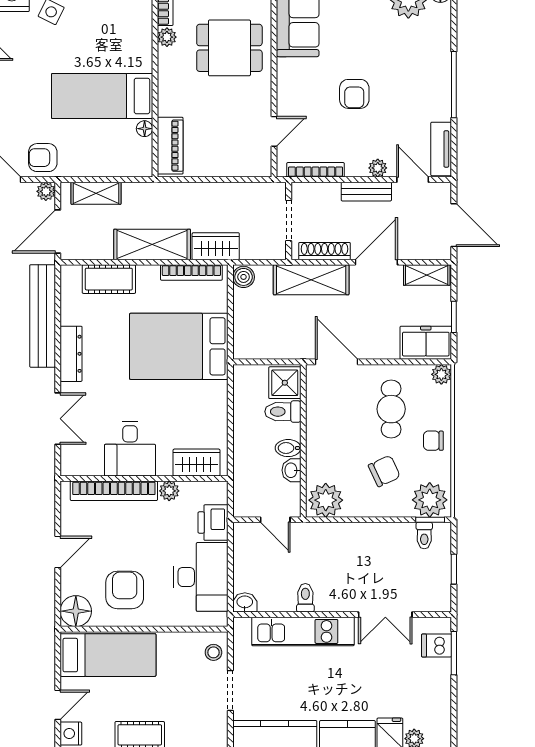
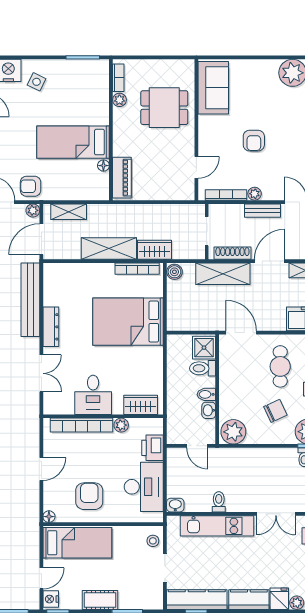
plant: (378, 168) -> (255, 194), moved
cot: (109, 279) -> (78, 273), removed
floor lamp: (76, 611) -> (49, 517), width x0.53, depth x0.53

